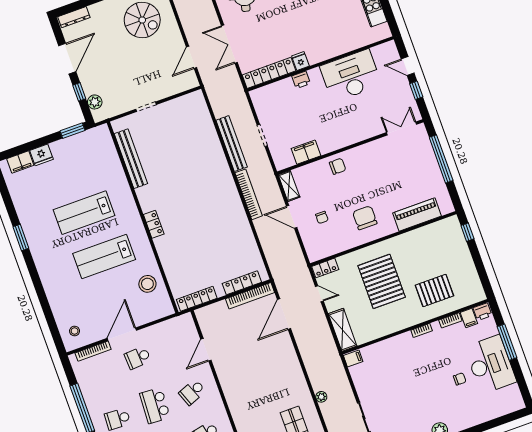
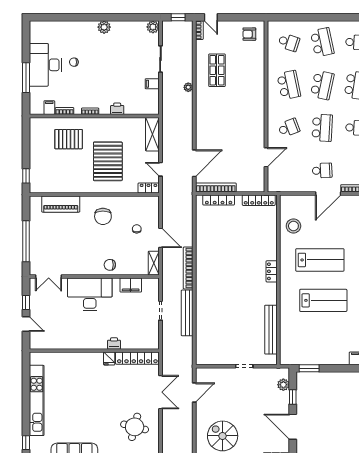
door: (67, 59) -> (293, 427), hinge flipped
desk: (351, 76) -> (90, 294), moved, turned 180
fridge: (41, 155) -> (340, 358), removed
printer: (482, 312) -> (117, 109), moved
filing cabinet: (353, 359) -> (152, 84), moved

